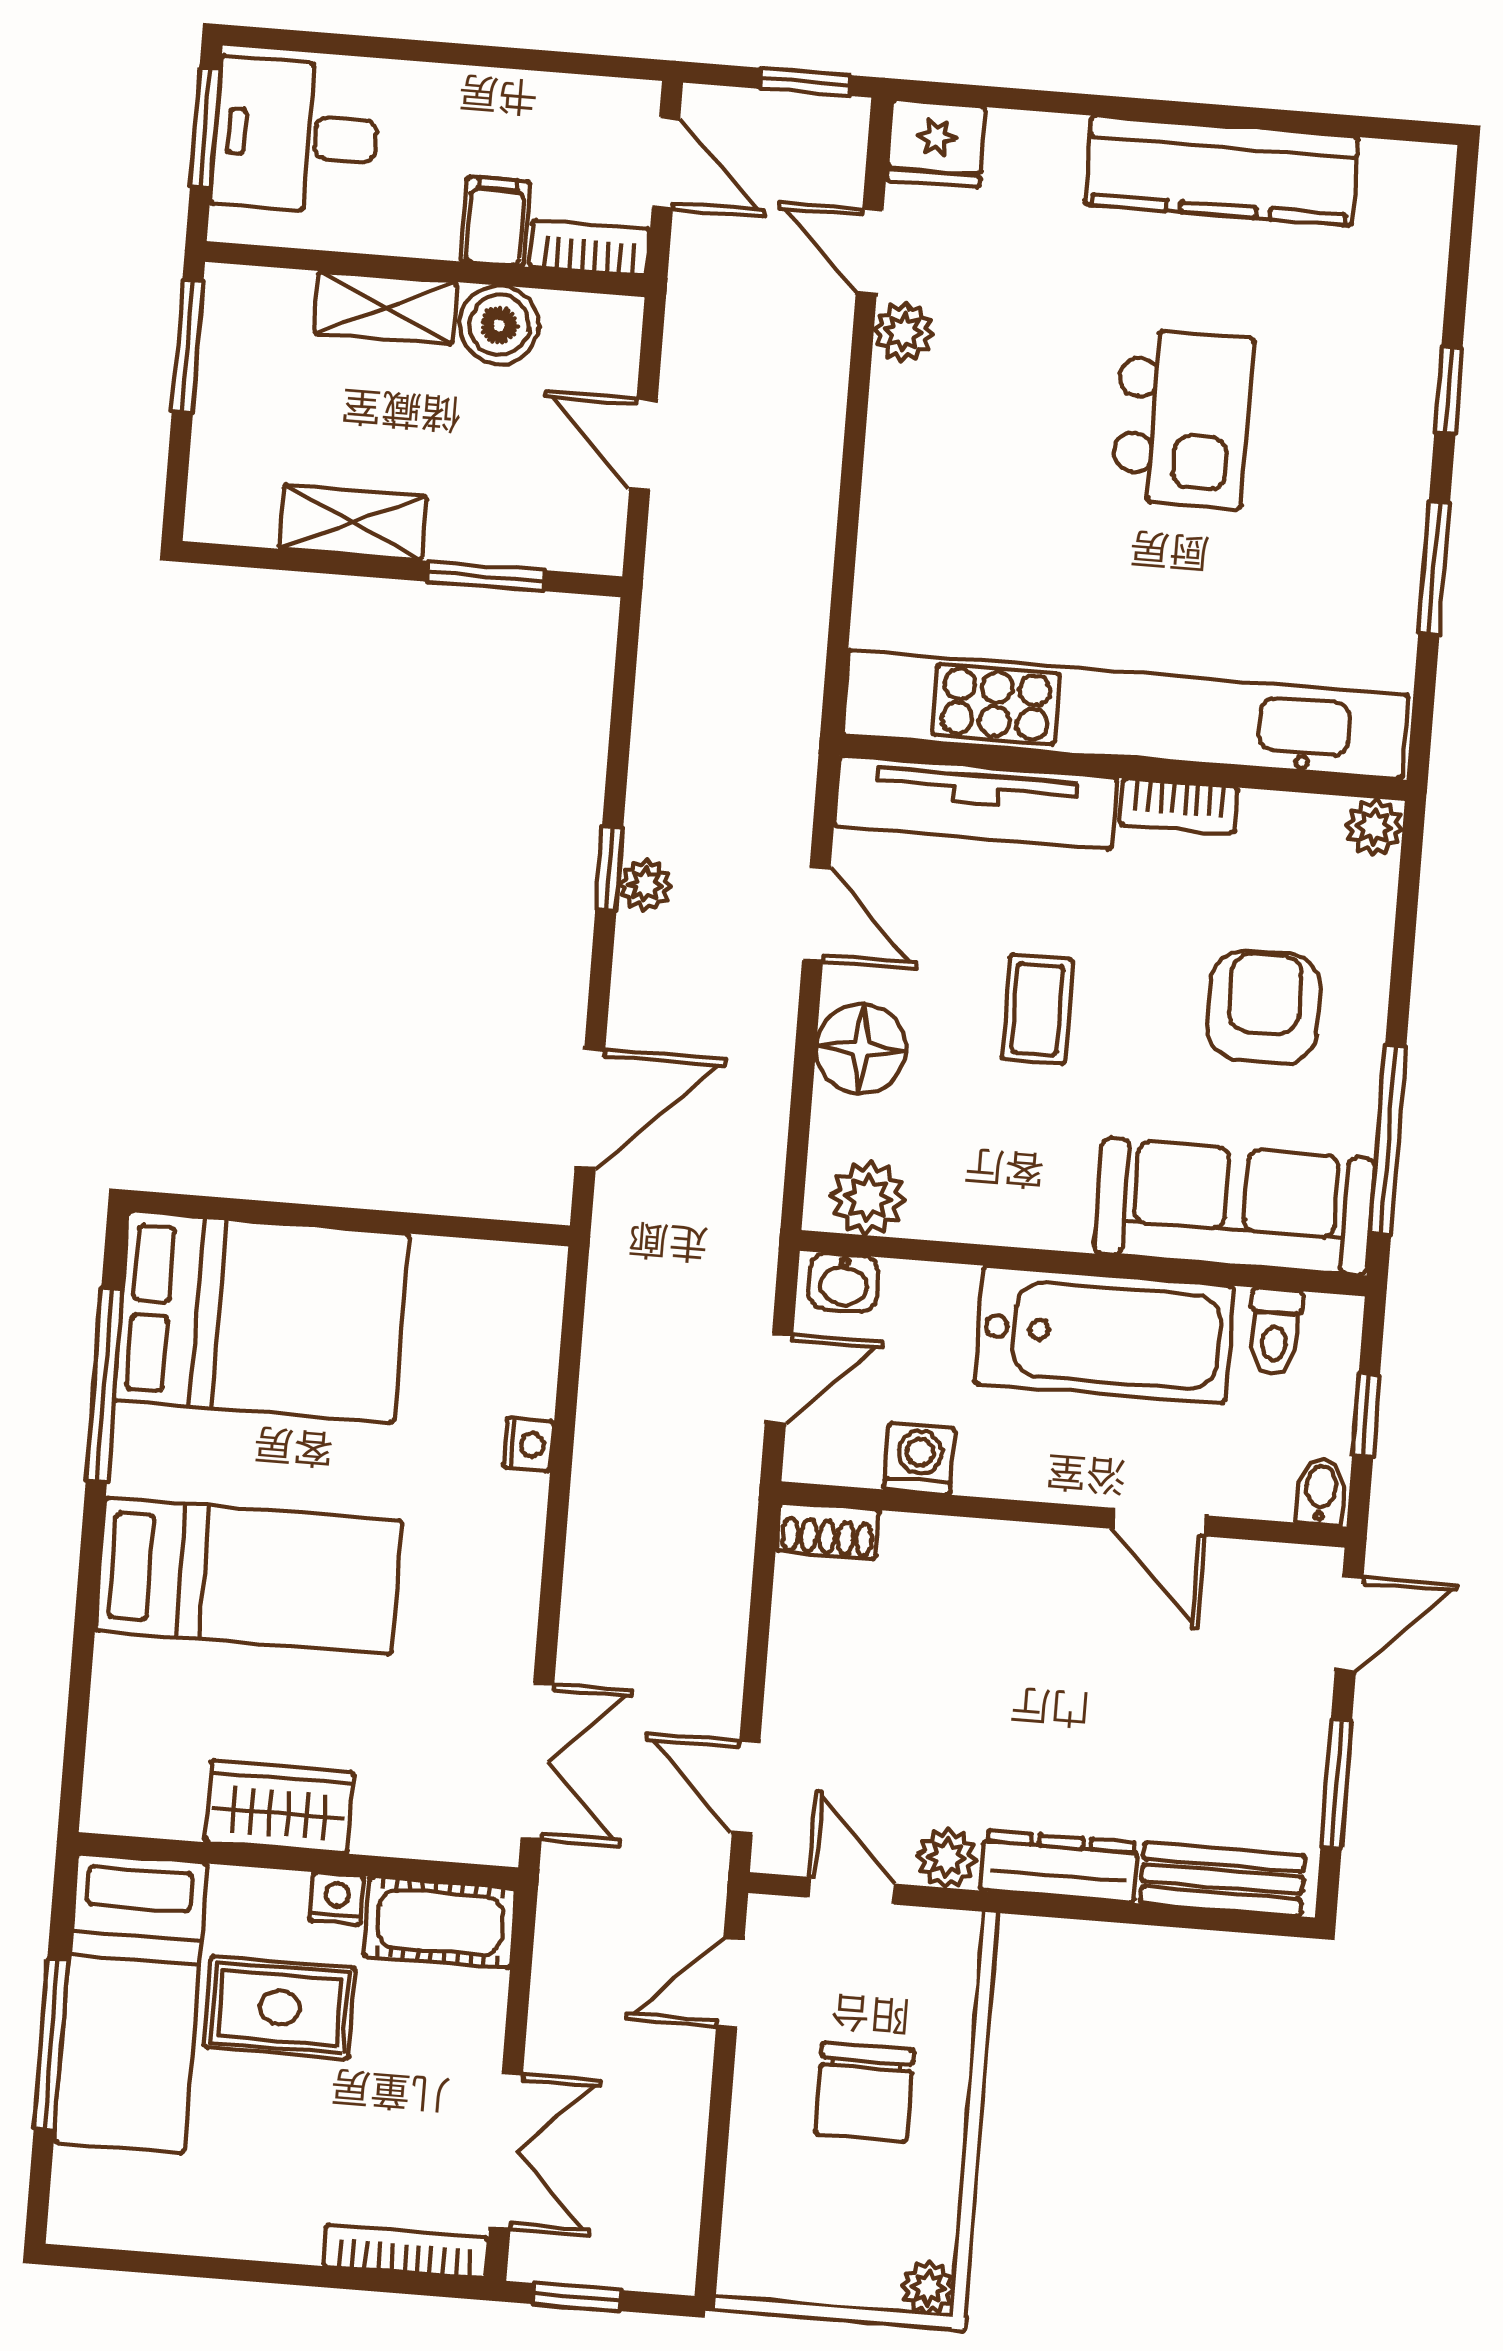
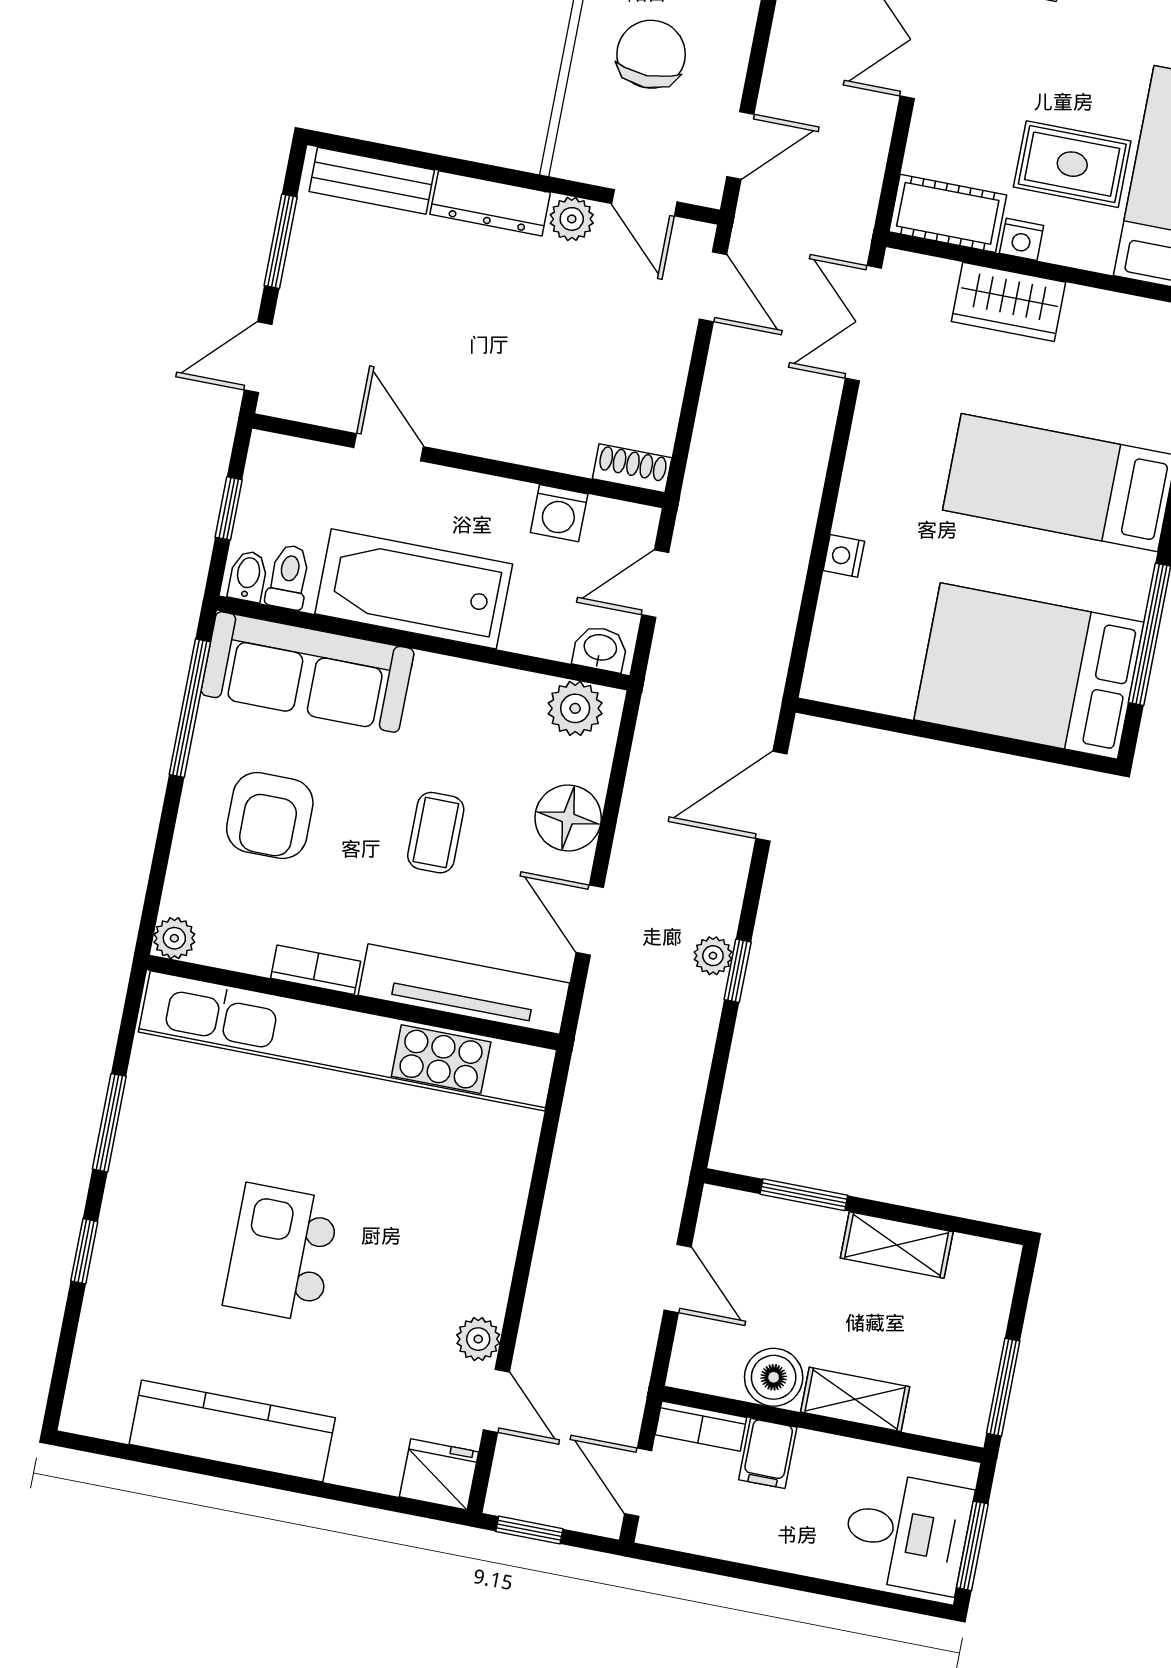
bidet: (1321, 1491) -> (248, 576), moved, turned 180
wardrobe: (279, 1807) -> (1008, 302), moved

